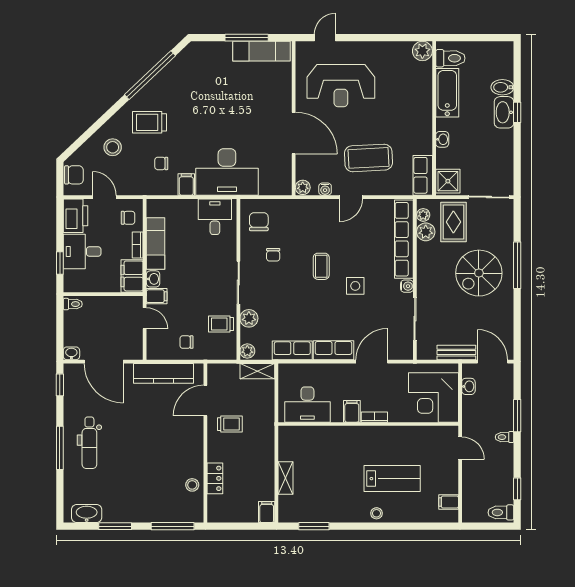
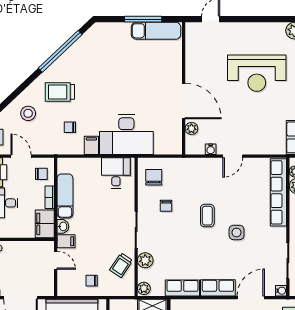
reception desk: (341, 86) -> (257, 73), moved
coffee table: (368, 158) -> (248, 123), removed
plant: (303, 187) -> (191, 129), moved
water cooler: (407, 286) -> (281, 291), moved
trolley: (221, 324) -> (121, 265), turned -56

